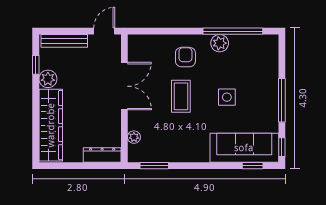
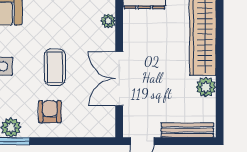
armchair: (185, 57) -> (50, 112), turned 180
window: (36, 65) -> (220, 103), removed

